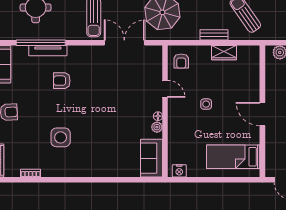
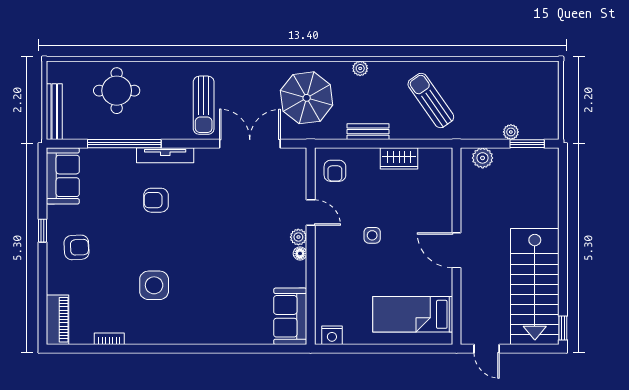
bench: (214, 35) -> (368, 132), moved
tv unit: (48, 51) -> (165, 155), moved
plant: (157, 127) -> (298, 237), moved

